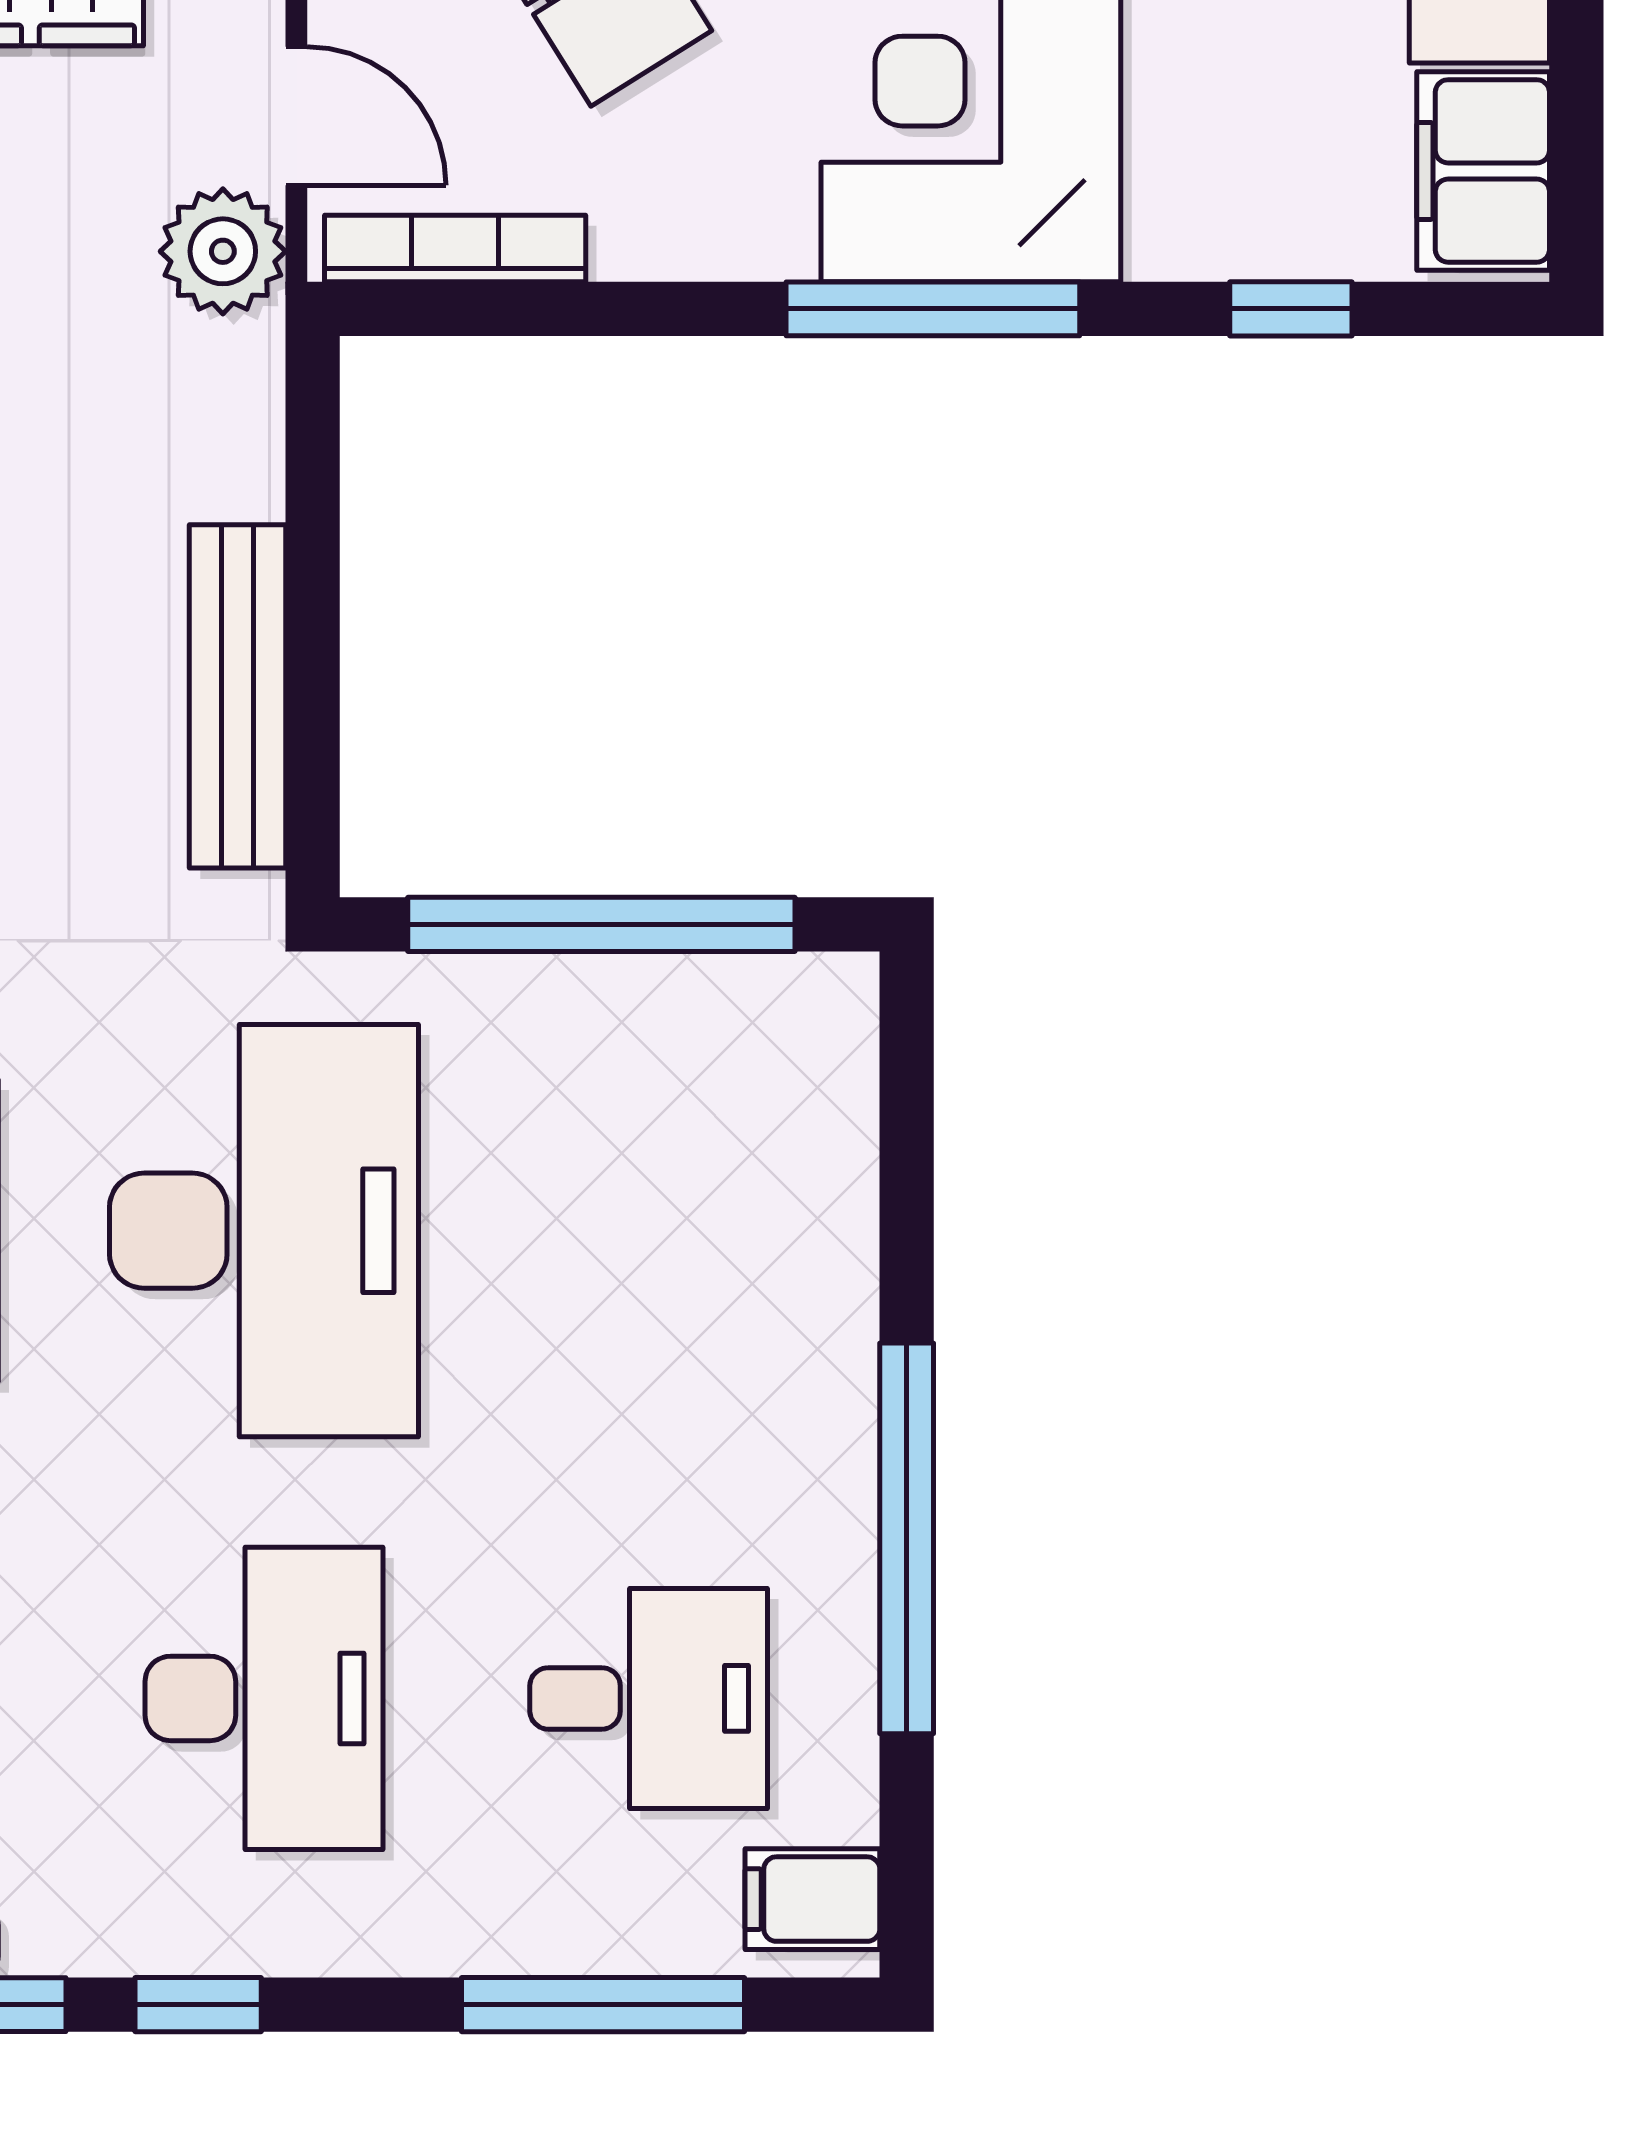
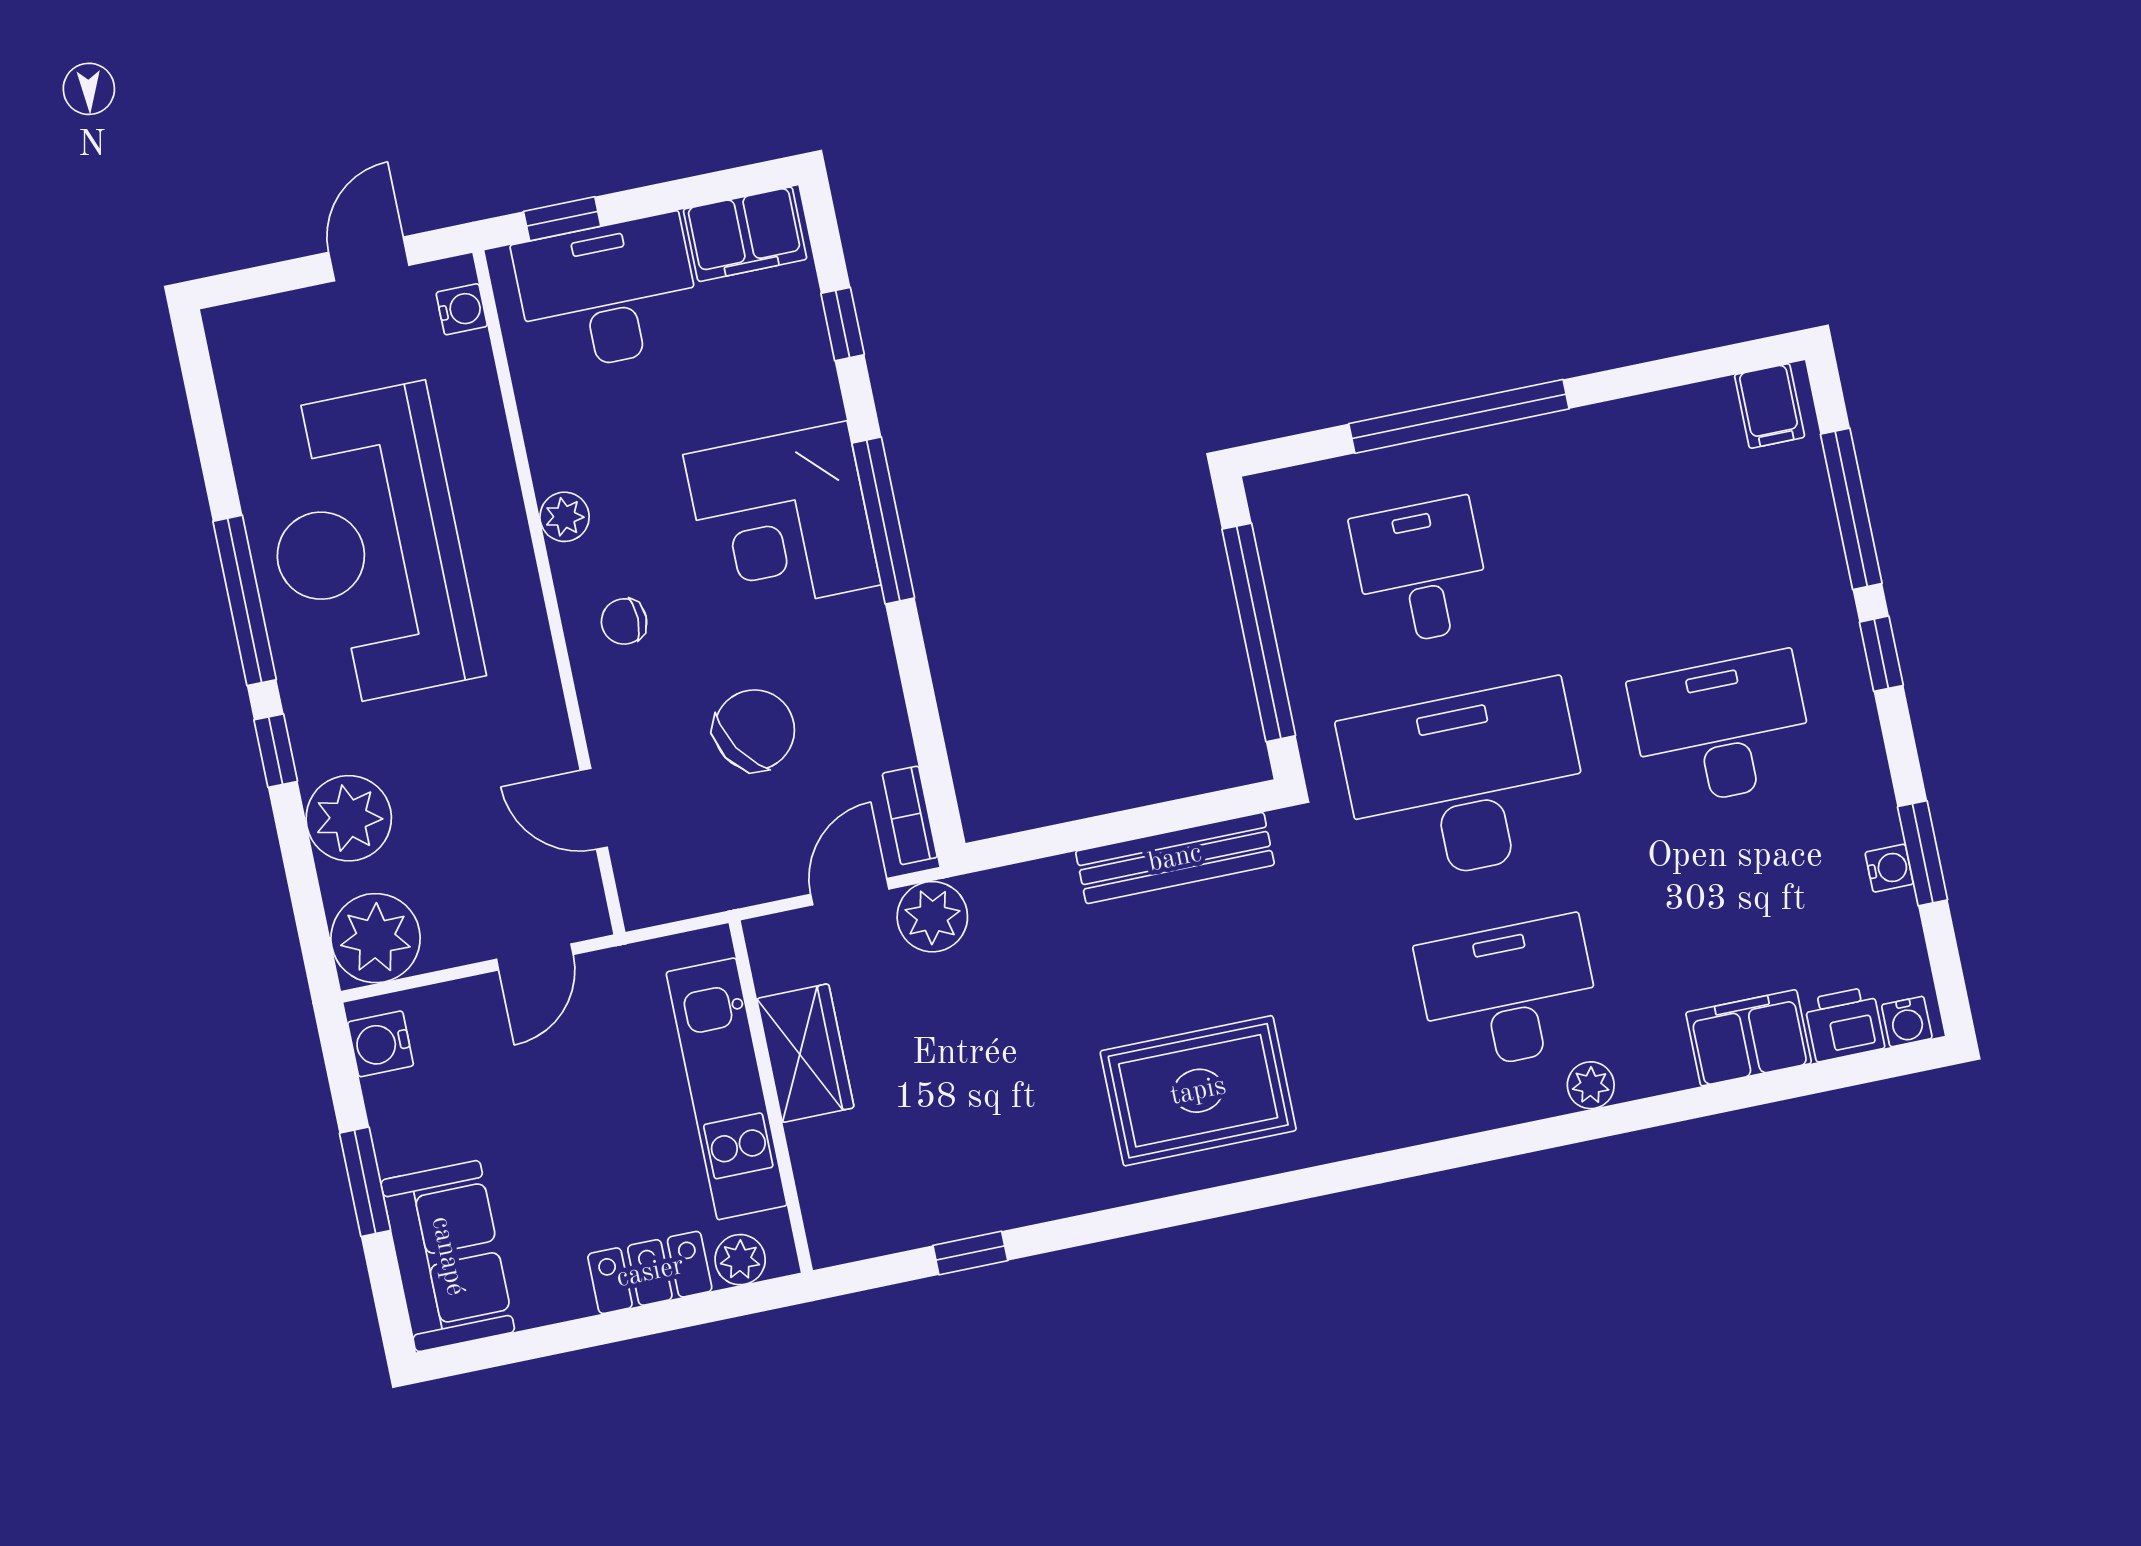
bookcase: (455, 248) -> (910, 815), width x0.64
window: (907, 1538) -> (1459, 416), moved
desk: (649, 1698) -> (1421, 572), moved
window: (198, 2005) -> (1881, 654), moved

